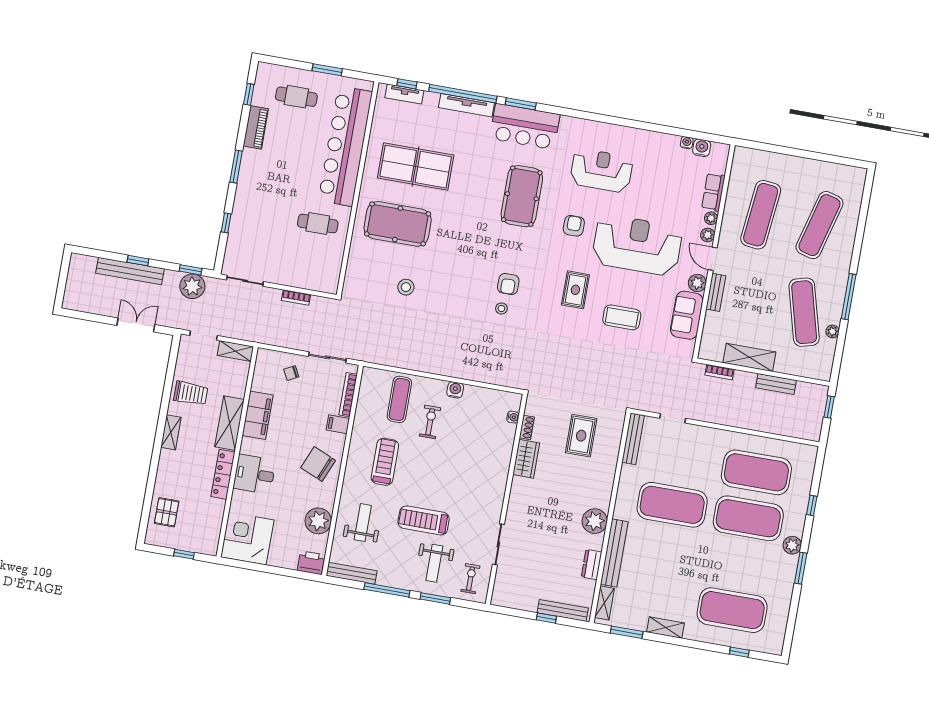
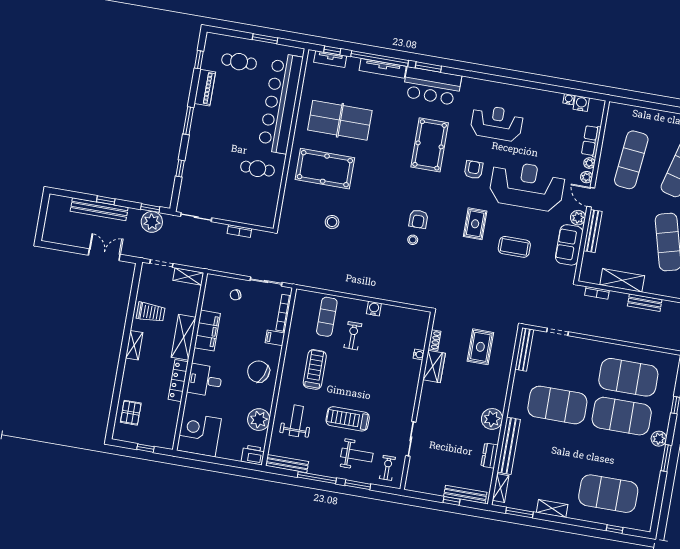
bench: (716, 292) -> (593, 231), width x1.36
water cooler: (513, 417) -> (419, 355), moved
weight bench: (434, 563) -> (357, 455), turned -90

